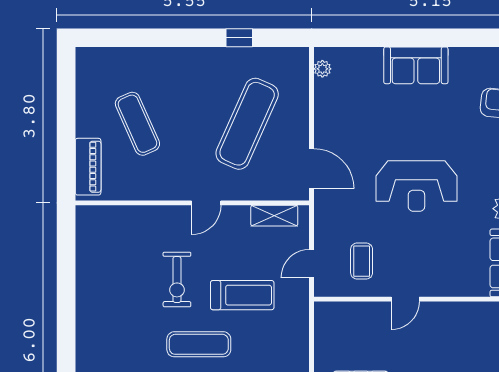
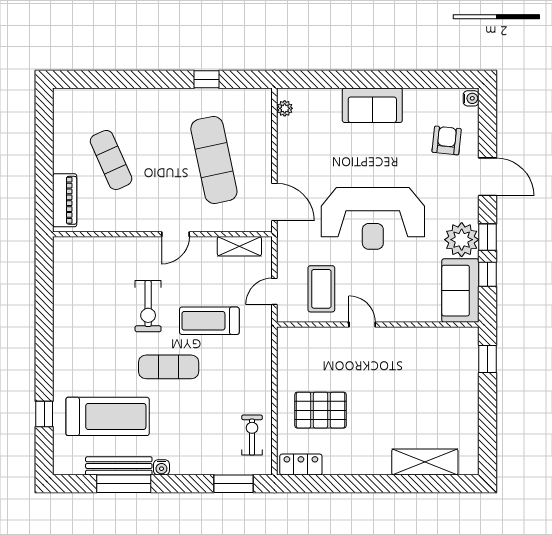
exercise mat: (247, 124) -> (214, 160), turned -36
reception desk: (416, 186) -> (373, 218), width x1.36, depth x1.30
coffee table: (362, 261) -> (321, 289), width x1.36, depth x1.30
treadmill: (242, 295) -> (209, 321), turned 180
door: (405, 299) -> (362, 325), swing flipped

